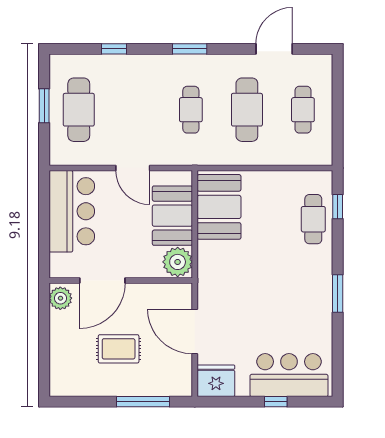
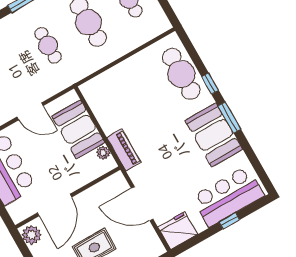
booth: (219, 207) -> (214, 135), moved
window: (338, 207) -> (210, 84), moved
cafe table: (313, 219) -> (181, 74), width x1.37, depth x1.35
plant: (178, 262) -> (103, 153), width x0.53, depth x0.53
piano: (208, 264) -> (124, 150), added

